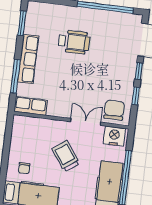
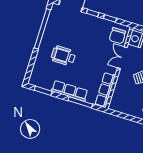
wheelchair: (74, 42) -> (63, 56), turned -90
row of seats: (31, 106) -> (105, 90), width x1.48
chair: (114, 110) -> (117, 36), turned -91

